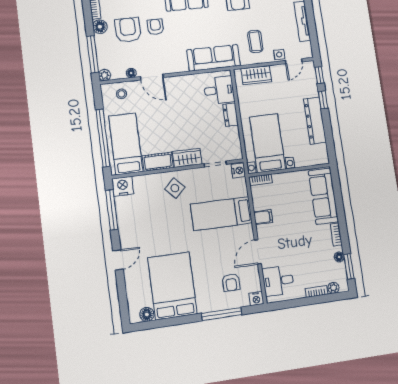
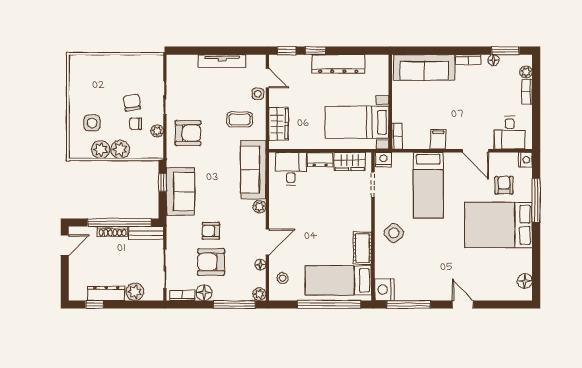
plant: (182, 67) -> (259, 207), added
wardrobe: (187, 158) -> (350, 161), moved, turned -90
armchair: (231, 282) -> (504, 185), turned -90
bed: (172, 286) -> (499, 225), moved

